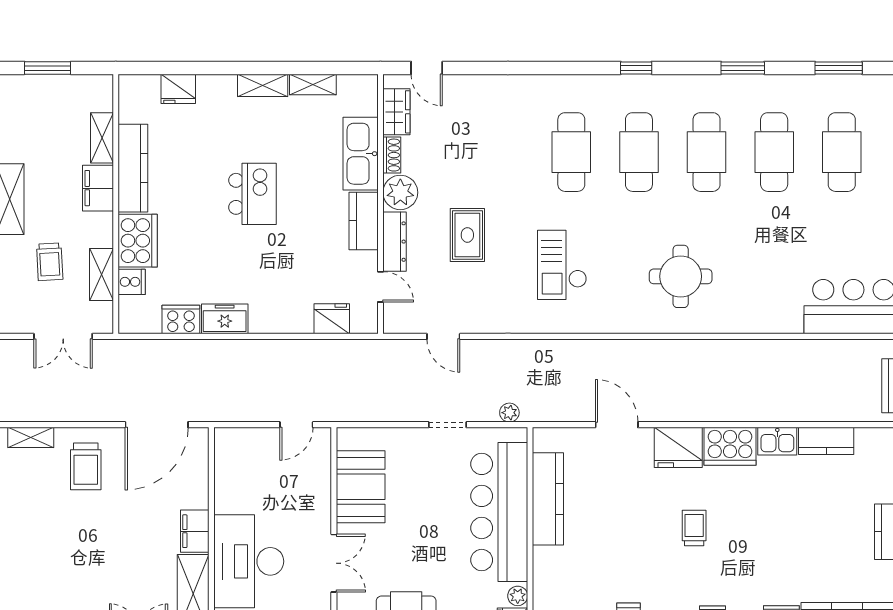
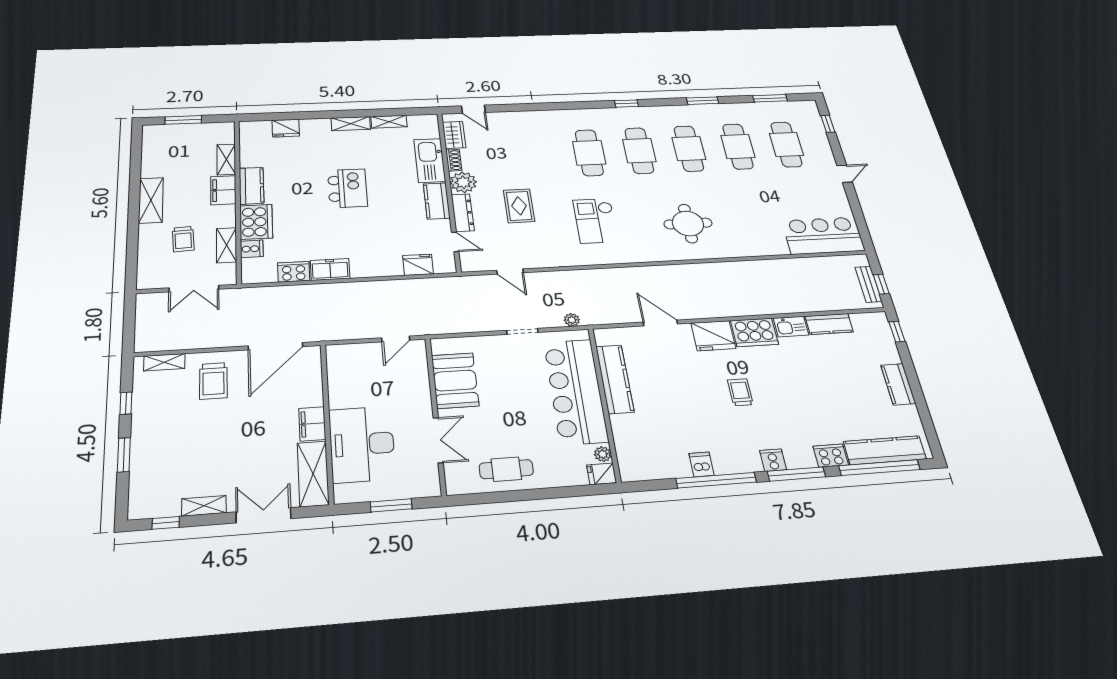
kitchen counter: (133, 168) -> (251, 186), width x0.67

